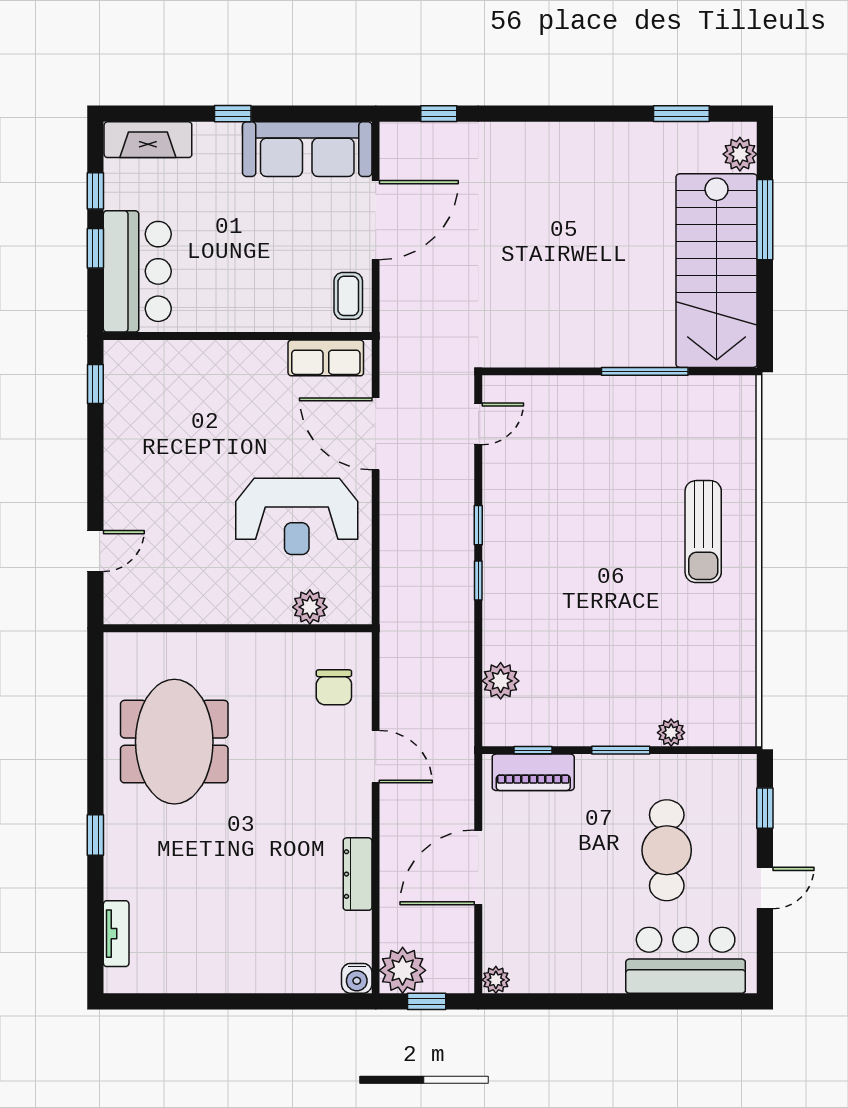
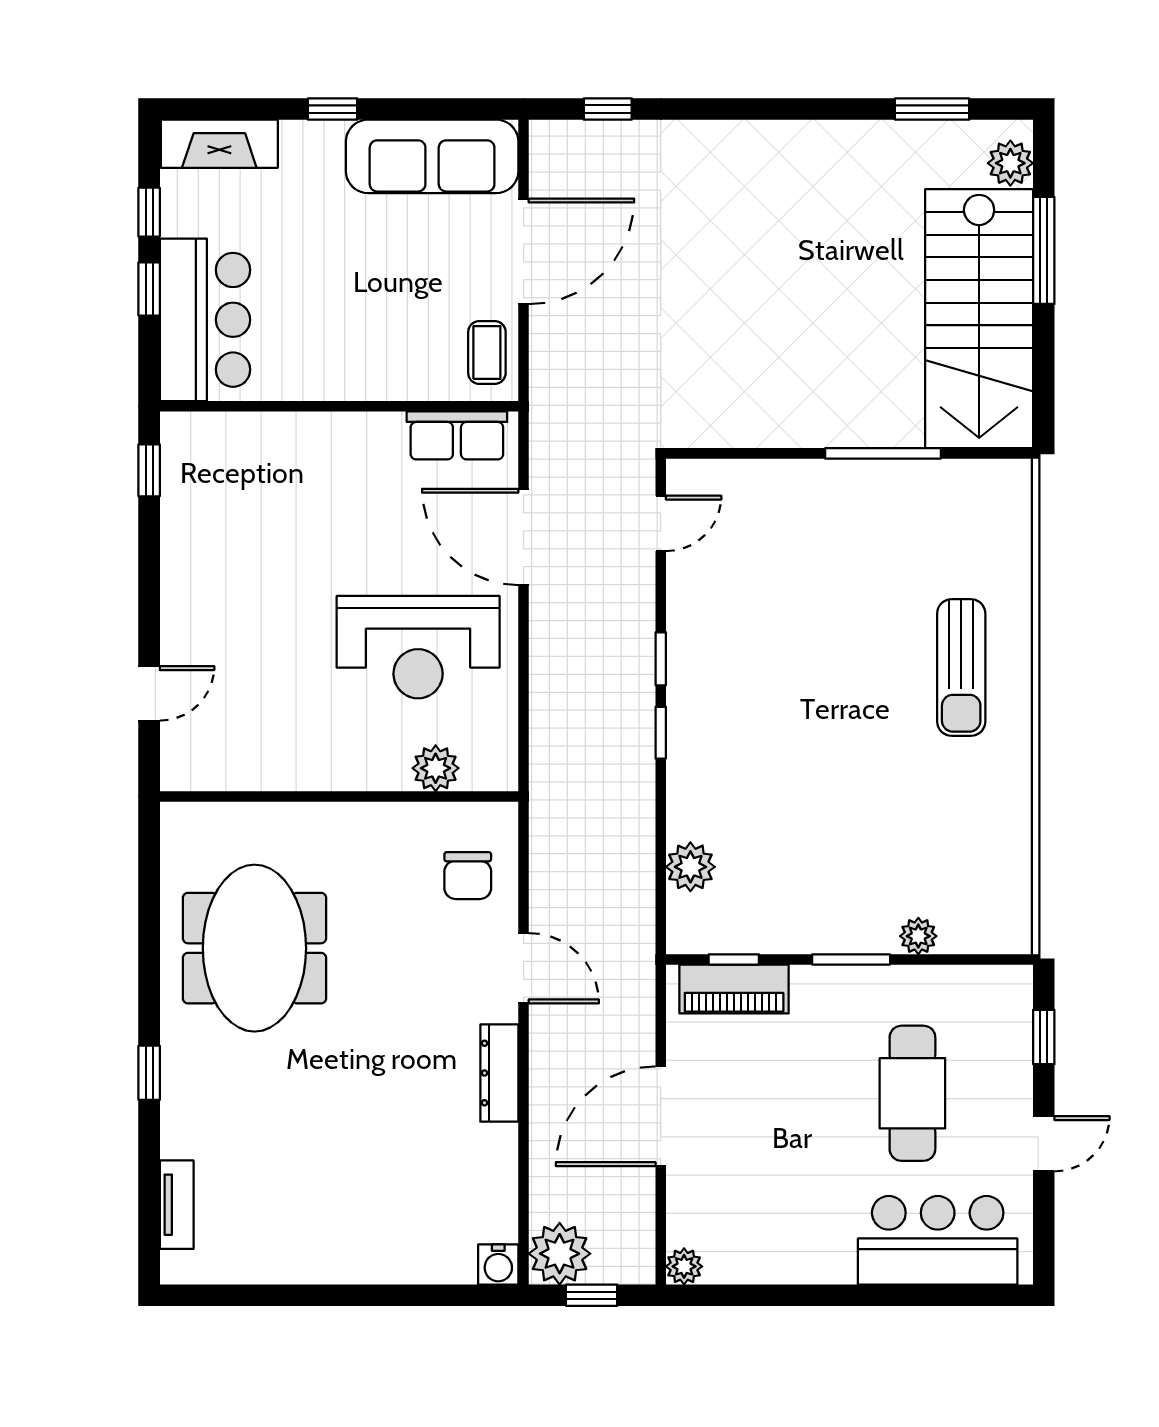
dresser: (358, 874) -> (499, 1073), moved

